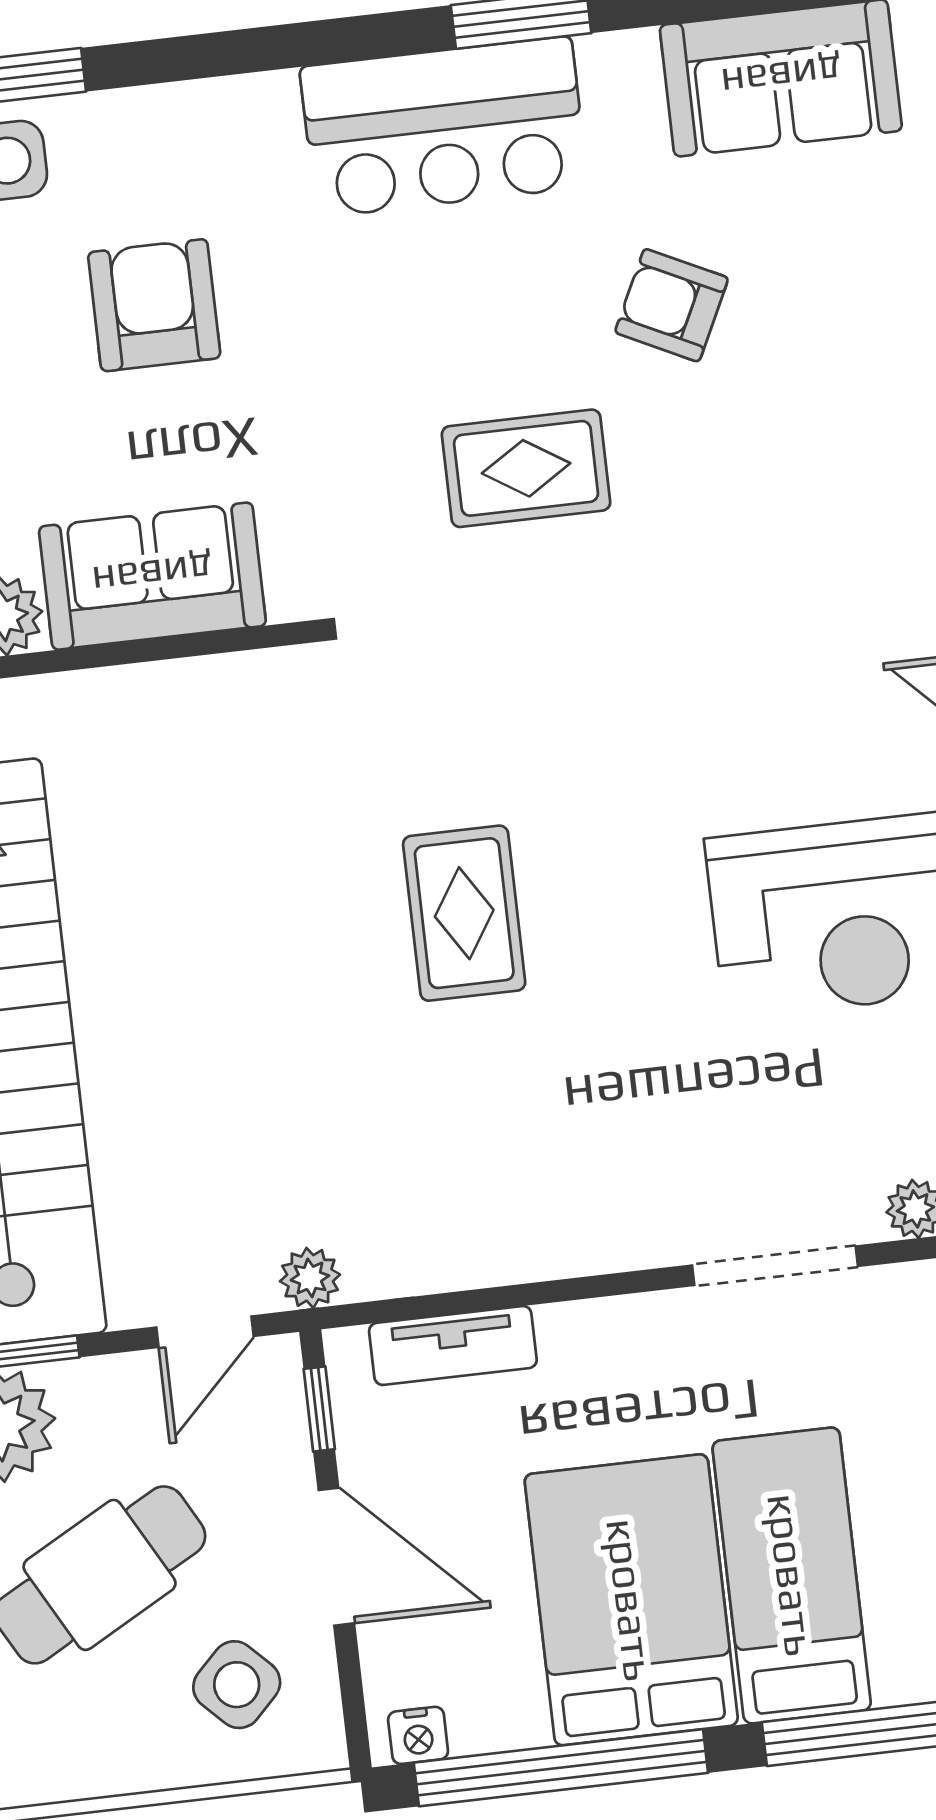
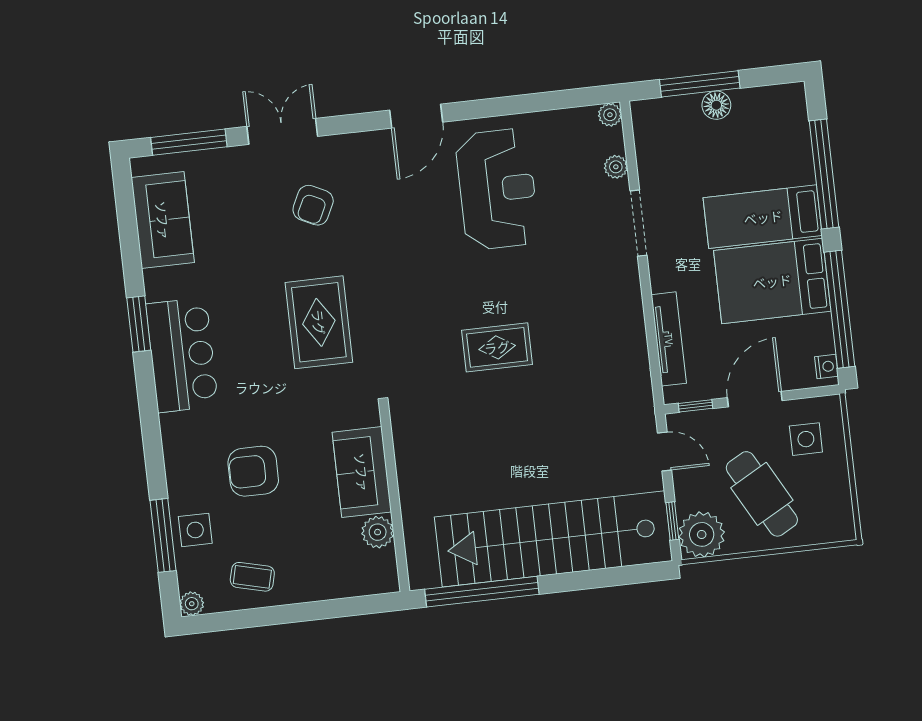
armchair: (672, 305) -> (313, 205), moved
rug: (526, 468) -> (319, 322), width x1.36, depth x1.43
plant: (310, 1278) -> (643, 409), removed
tv unit: (453, 1346) -> (669, 339), width x1.41
side table: (237, 1685) -> (806, 439), turned 45

